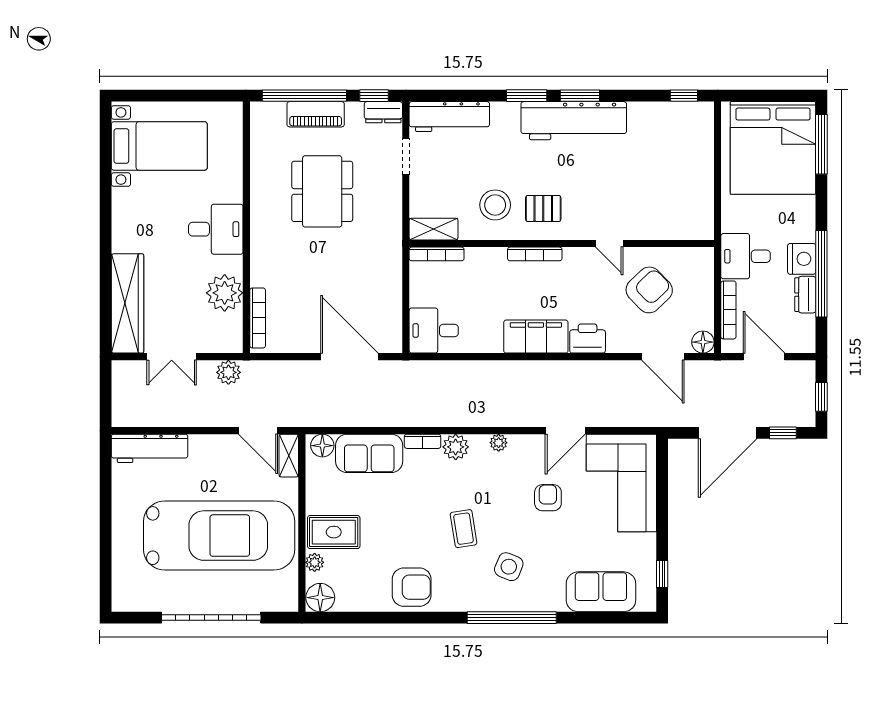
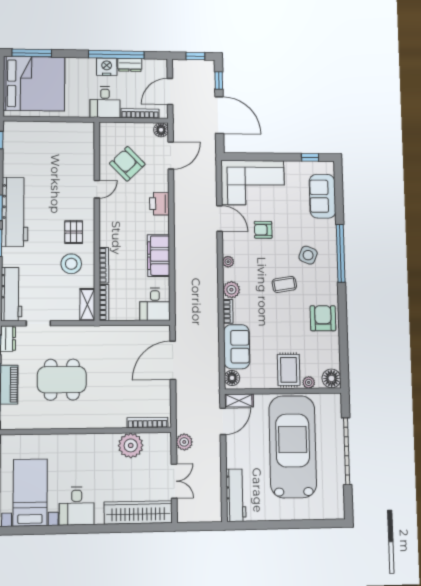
desk: (216, 229) -> (77, 506), moved, turned 180
bookcase: (535, 254) -> (104, 265), moved
filing cabinet: (536, 337) -> (159, 256), moved

